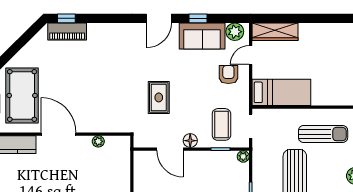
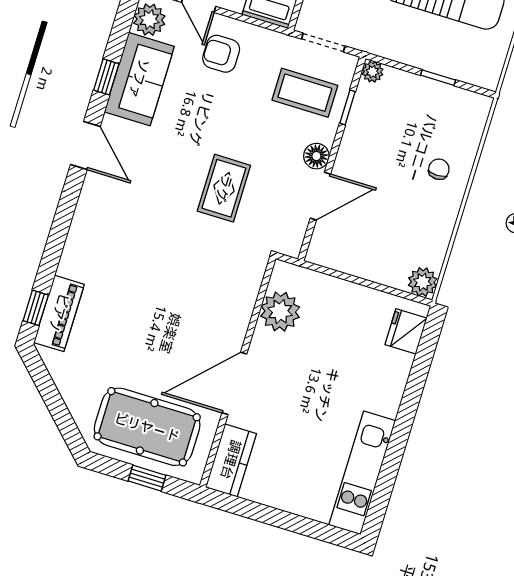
rug: (159, 97) -> (224, 188), turned 90
plant: (98, 141) -> (280, 312), width x1.88, depth x1.88

